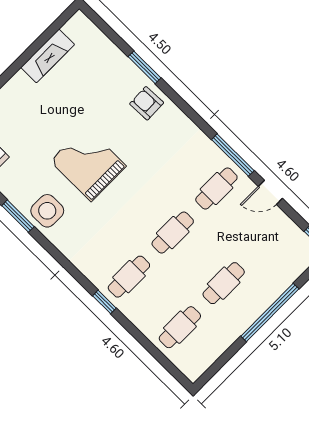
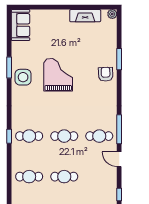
plant: (79, 20) -> (112, 14), added

